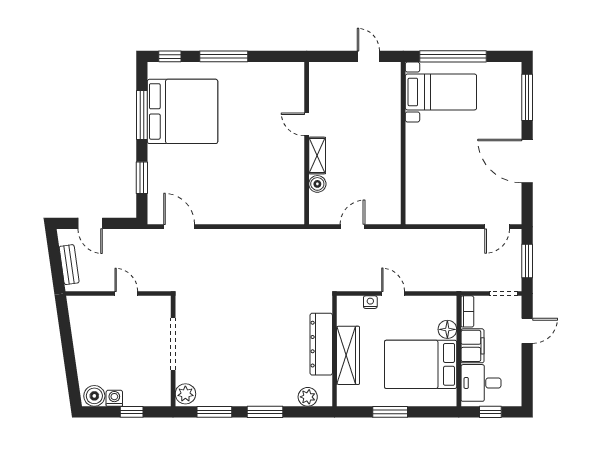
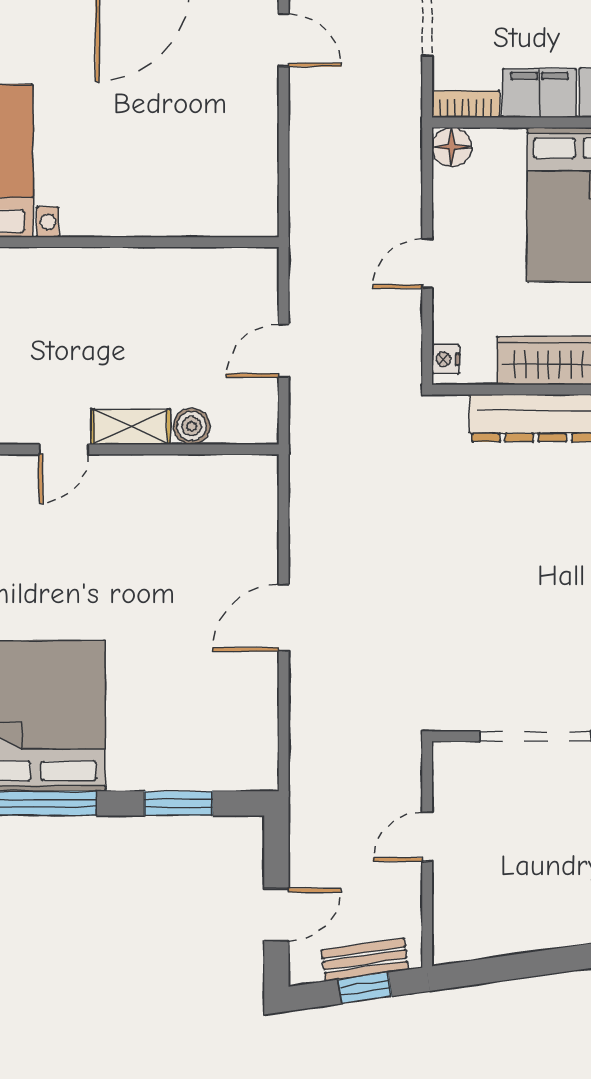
door: (179, 227) -> (284, 618), moved
door: (353, 227) -> (284, 351), hinge flipped
window: (56, 265) -> (365, 988), added
nightstand: (370, 302) -> (446, 359), moved
floor lamp: (447, 329) -> (452, 147), moved

